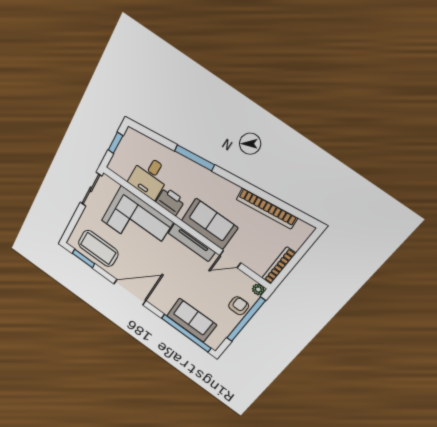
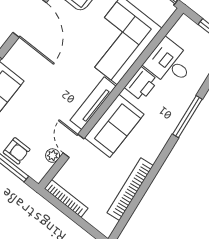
plant: (258, 289) -> (53, 156), moved

